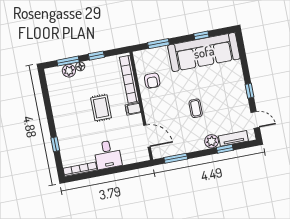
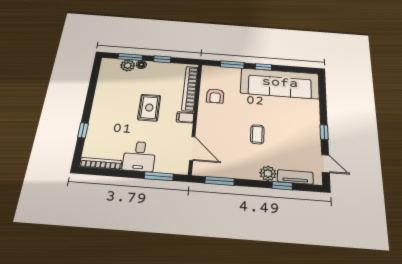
window: (201, 35) -> (263, 67), moved
window: (128, 167) -> (159, 176), added

